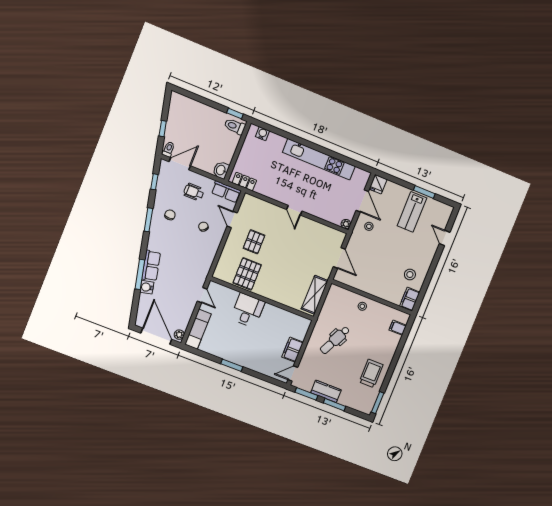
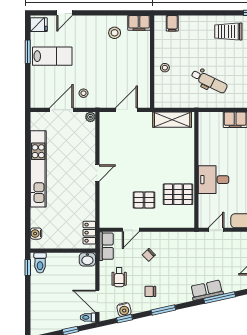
fridge: (378, 184) -> (39, 25), moved
water cooler: (147, 287) -> (124, 310), moved

